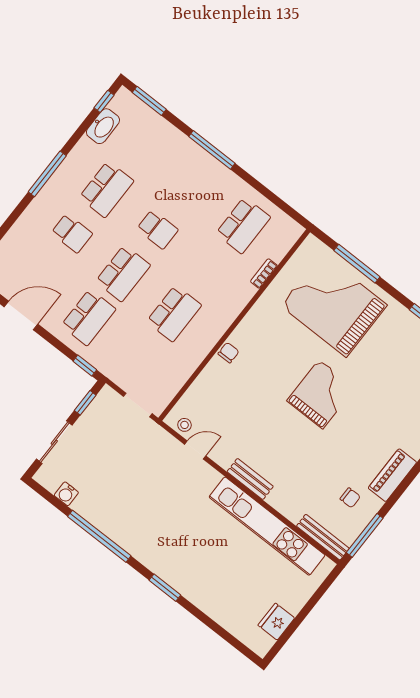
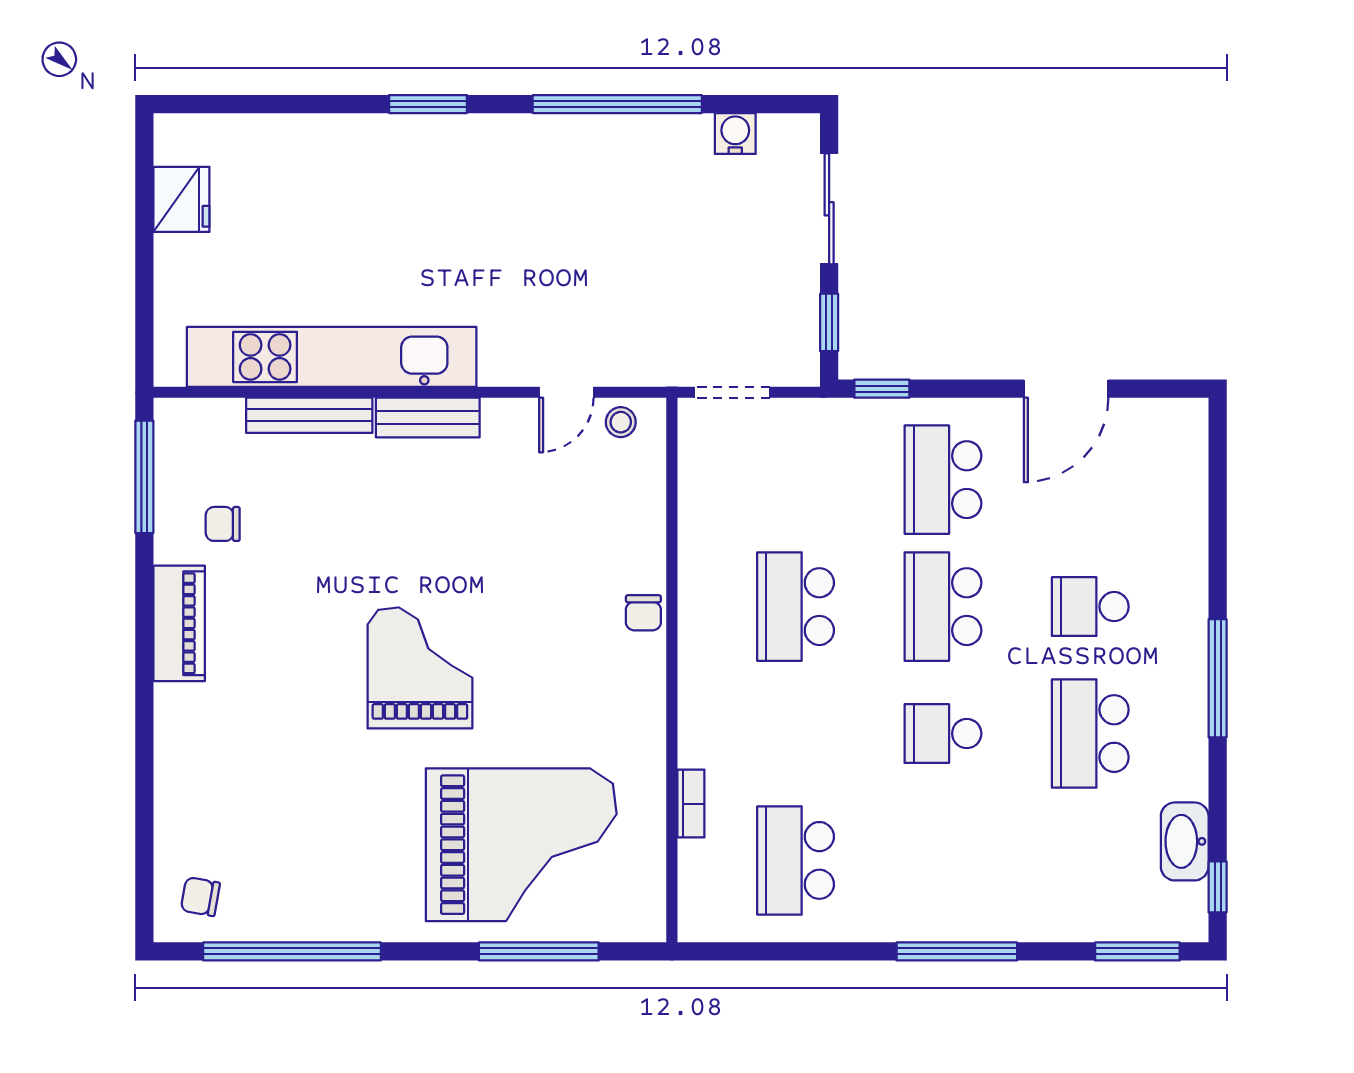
grand piano: (321, 394) -> (420, 668), turned 180
bench: (323, 537) -> (309, 415), moved

